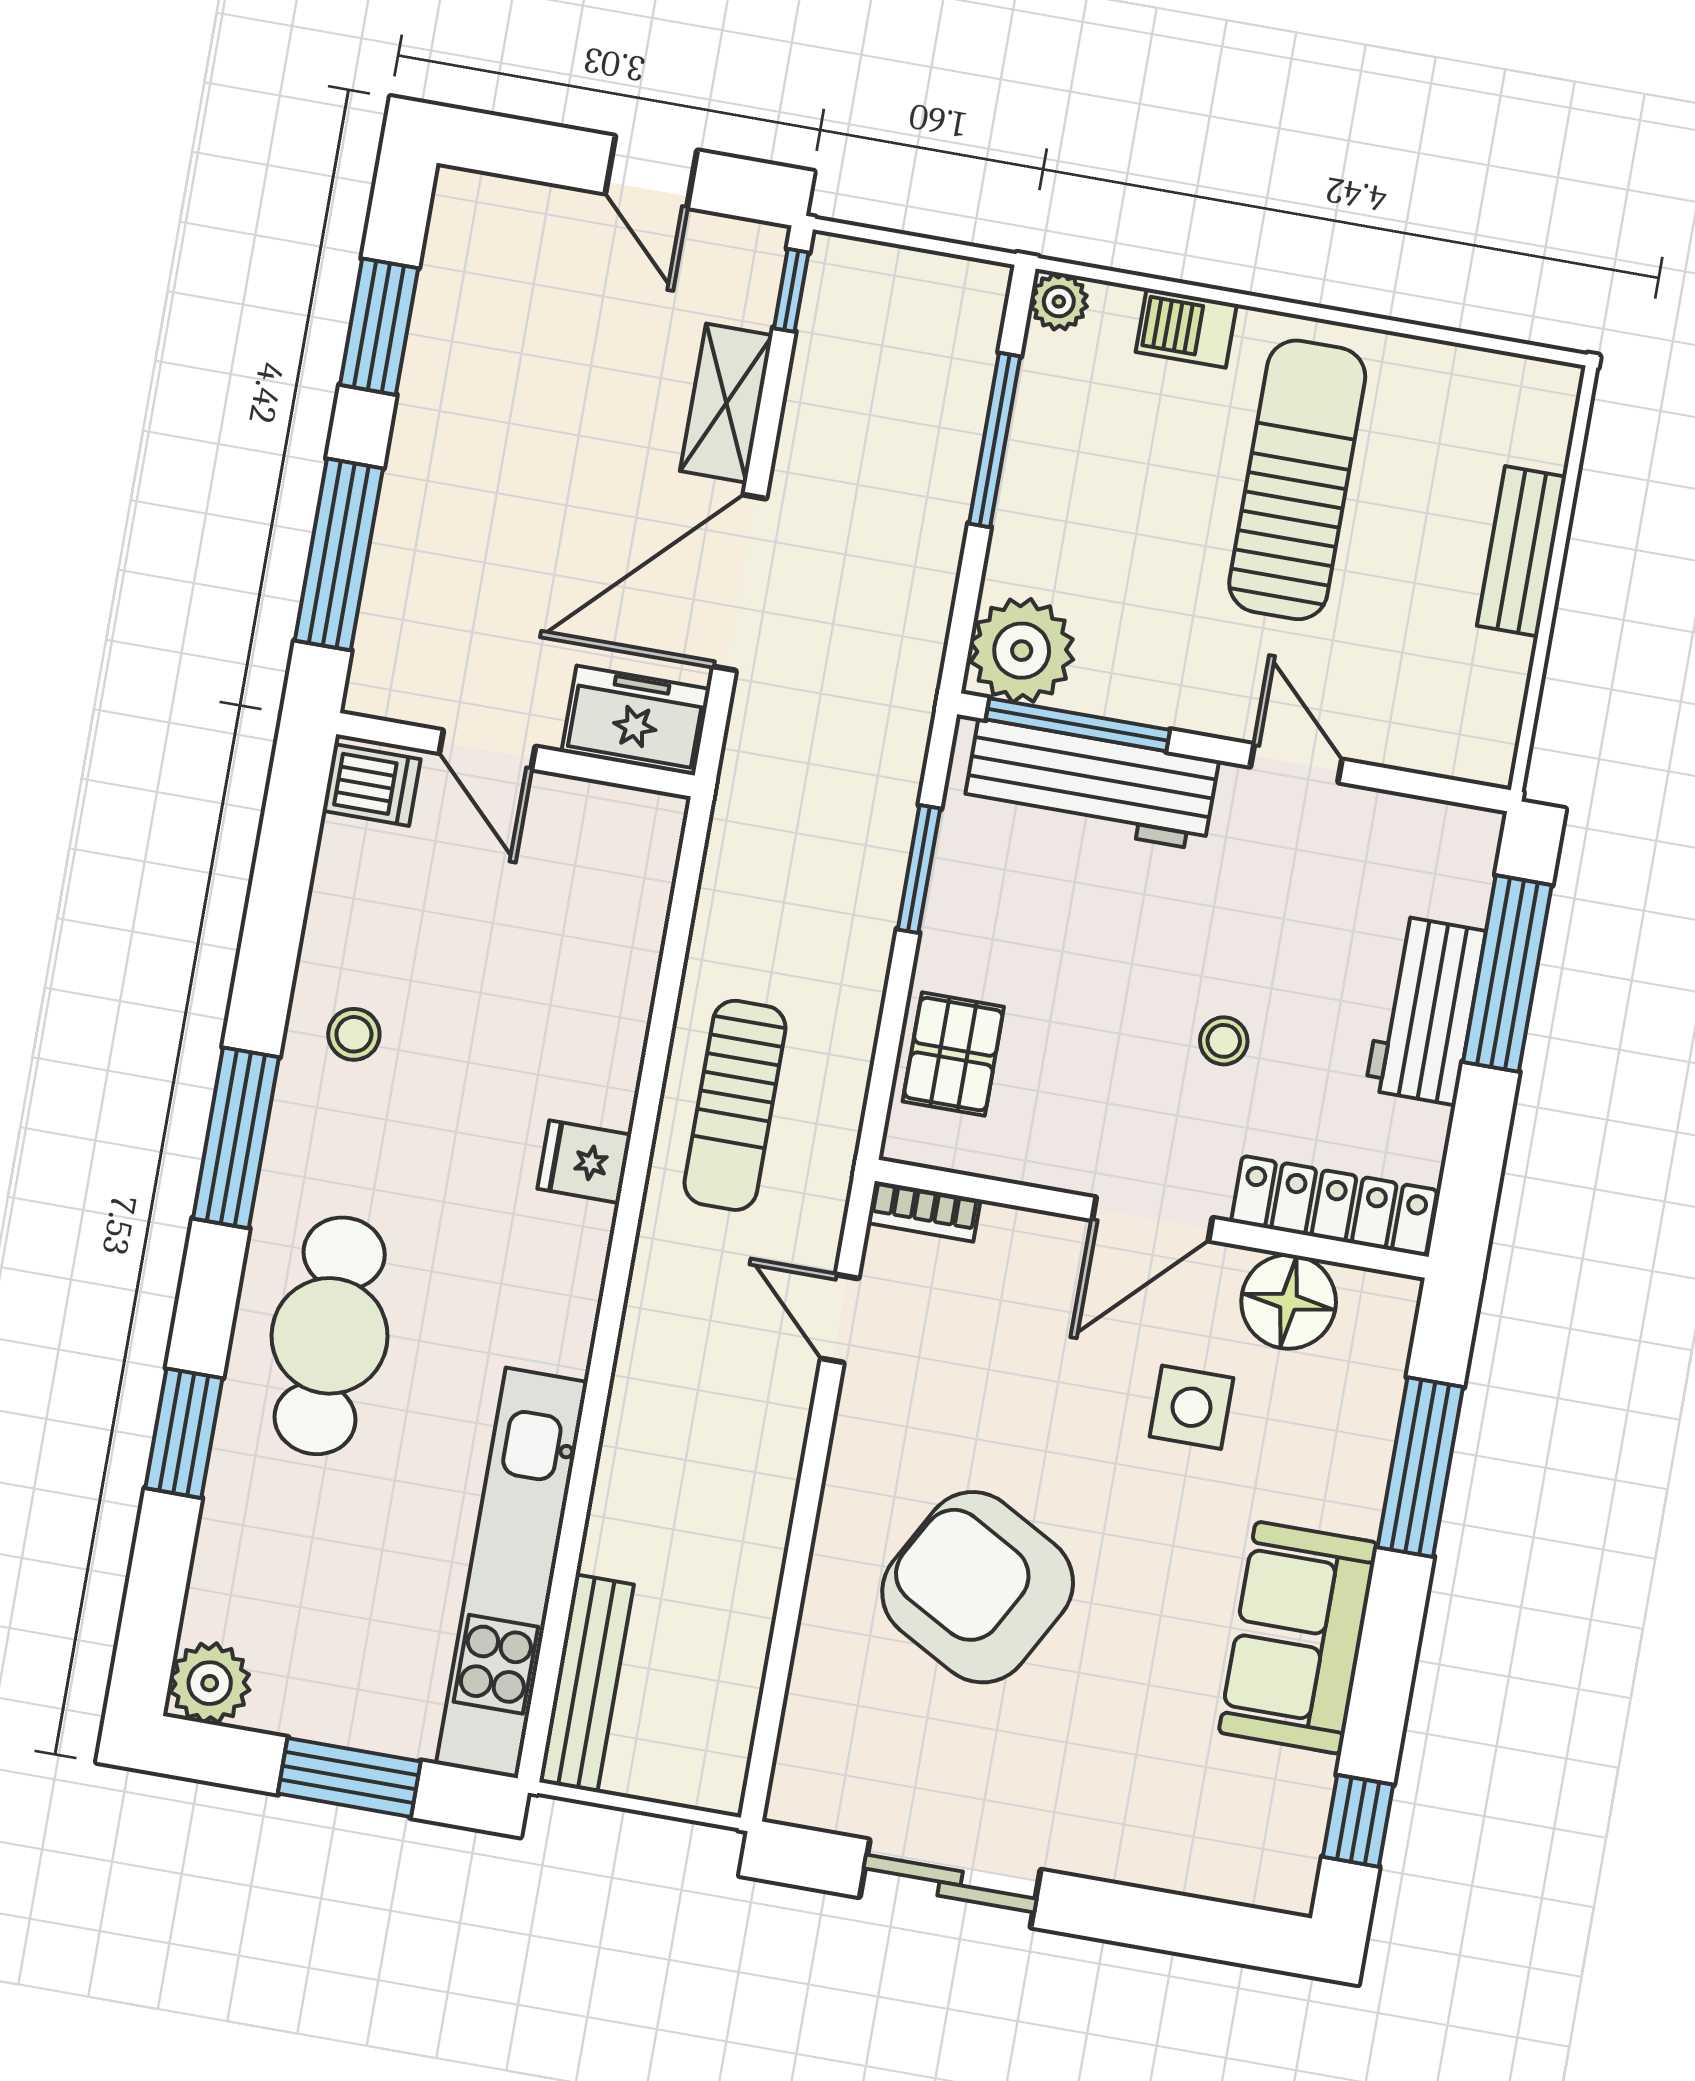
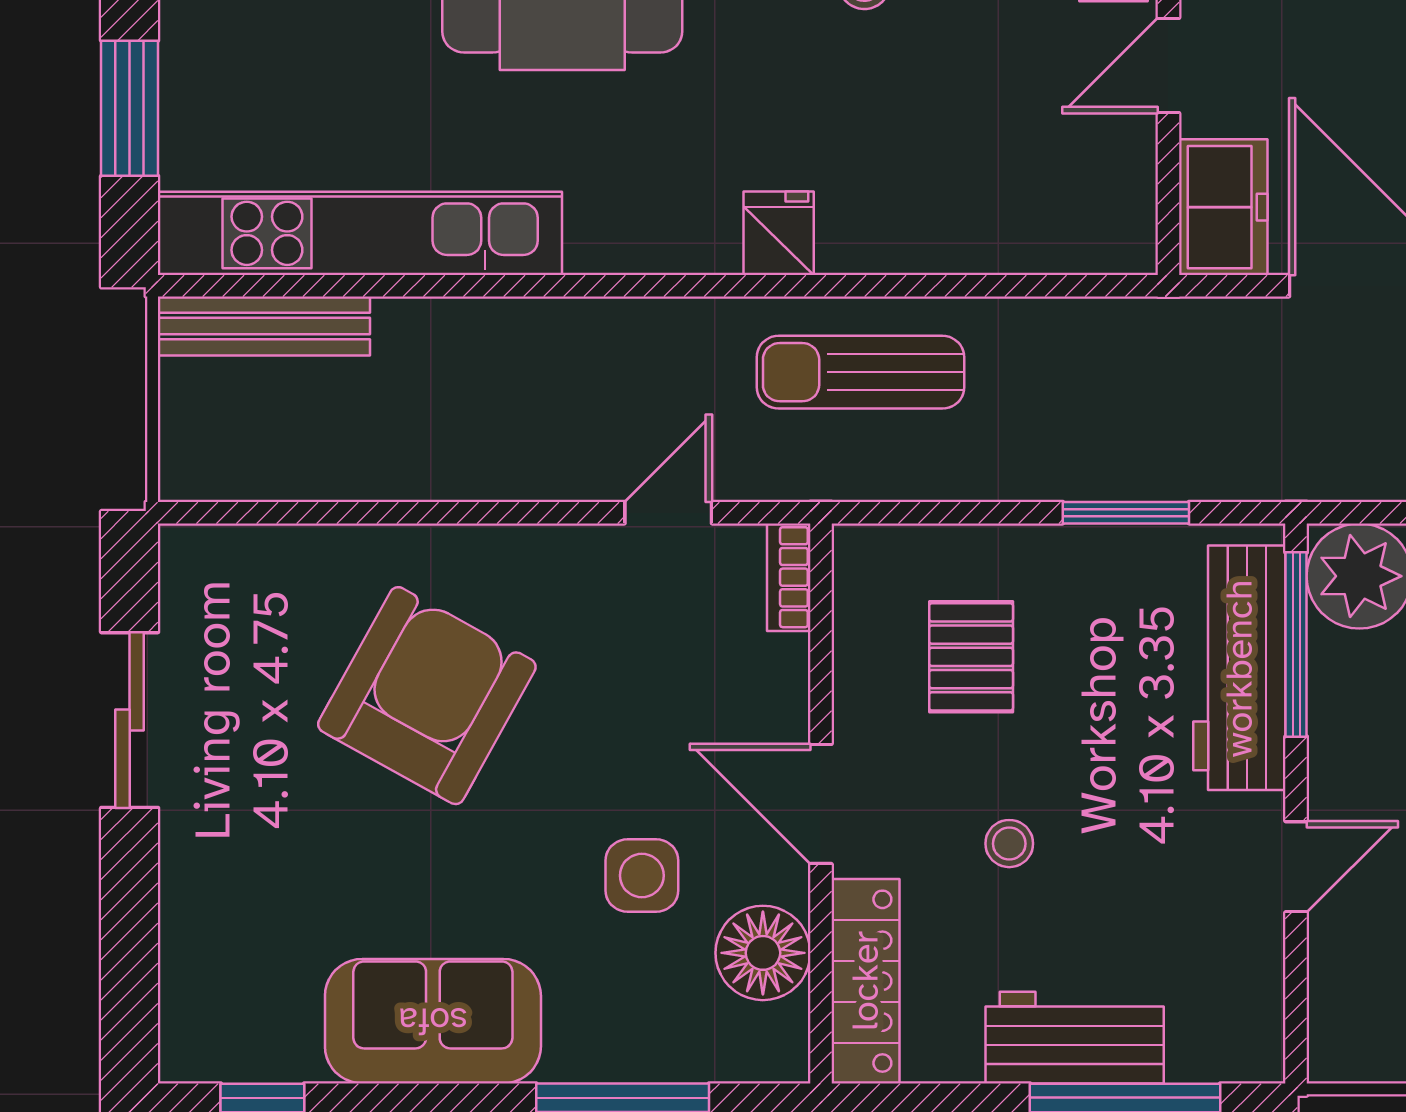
pallet: (953, 1054) -> (971, 657), moved, turned 90

